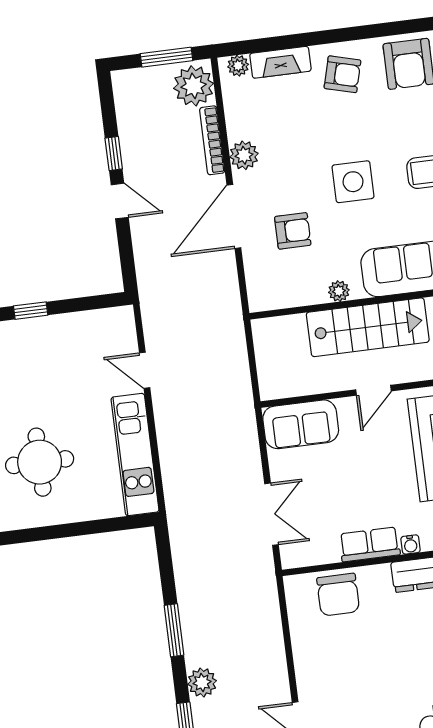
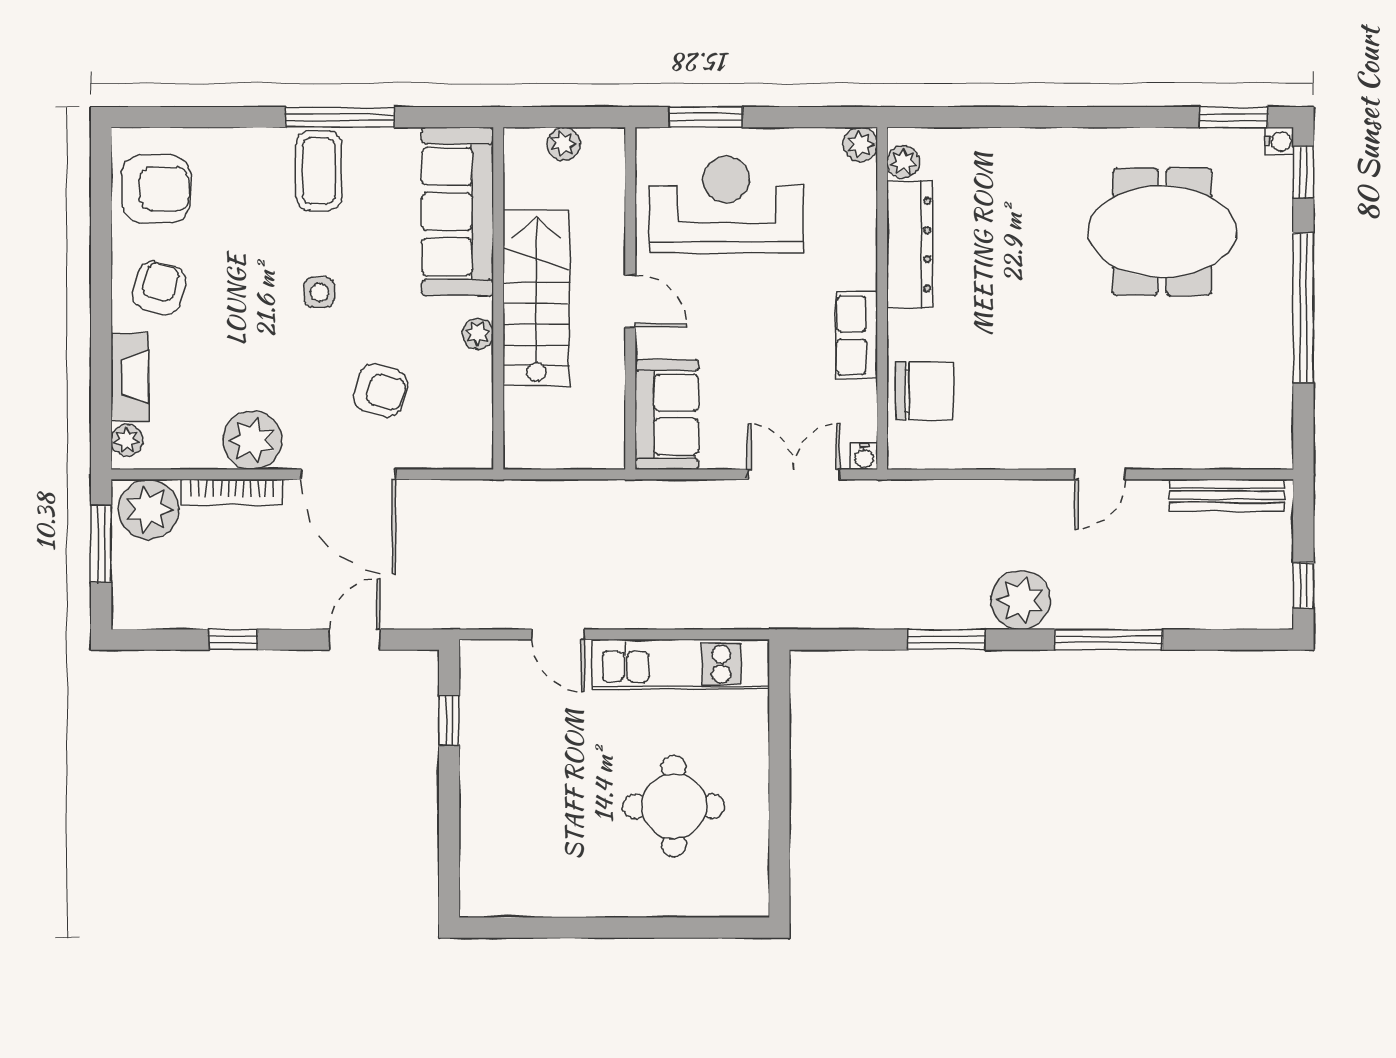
plant: (244, 155) -> (252, 440), width x1.36, depth x1.36
side table: (353, 182) -> (319, 292), width x0.54, depth x0.54
door: (120, 201) -> (355, 640), moved
armchair: (293, 231) -> (380, 390), turned 106
window: (31, 311) -> (449, 720), moved
door: (145, 370) -> (558, 634), hinge flipped
water cooler: (411, 544) -> (864, 456), moved, turned 90
plant: (202, 682) -> (1021, 600), width x1.36, depth x1.36

